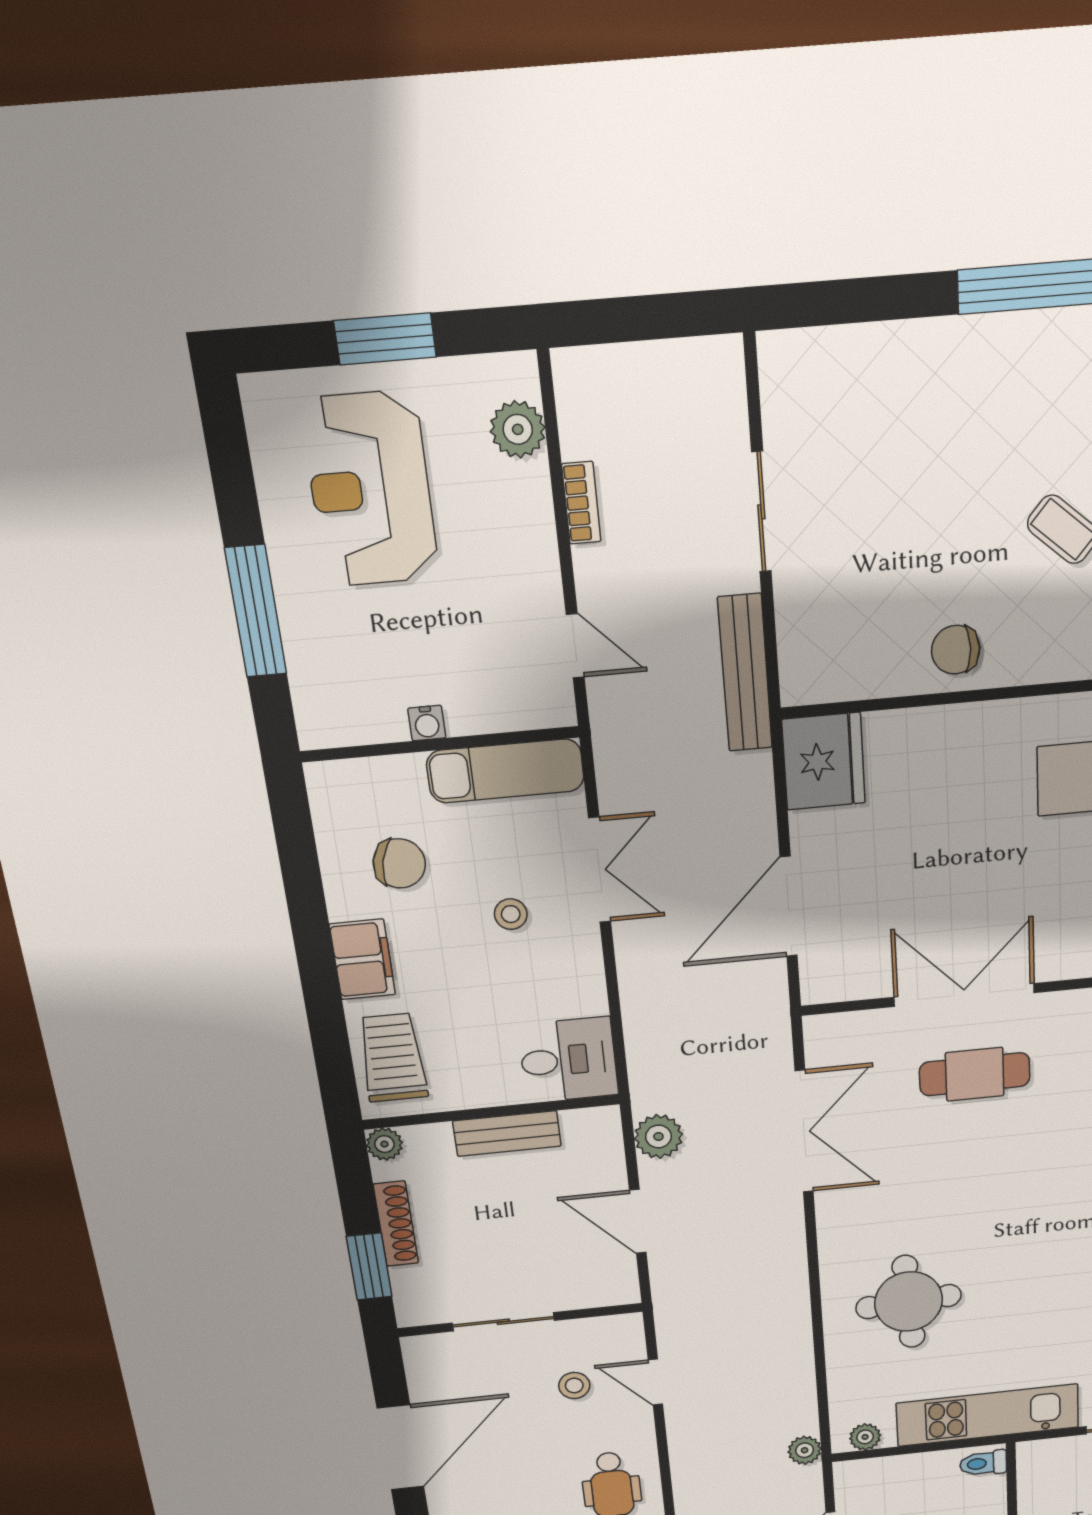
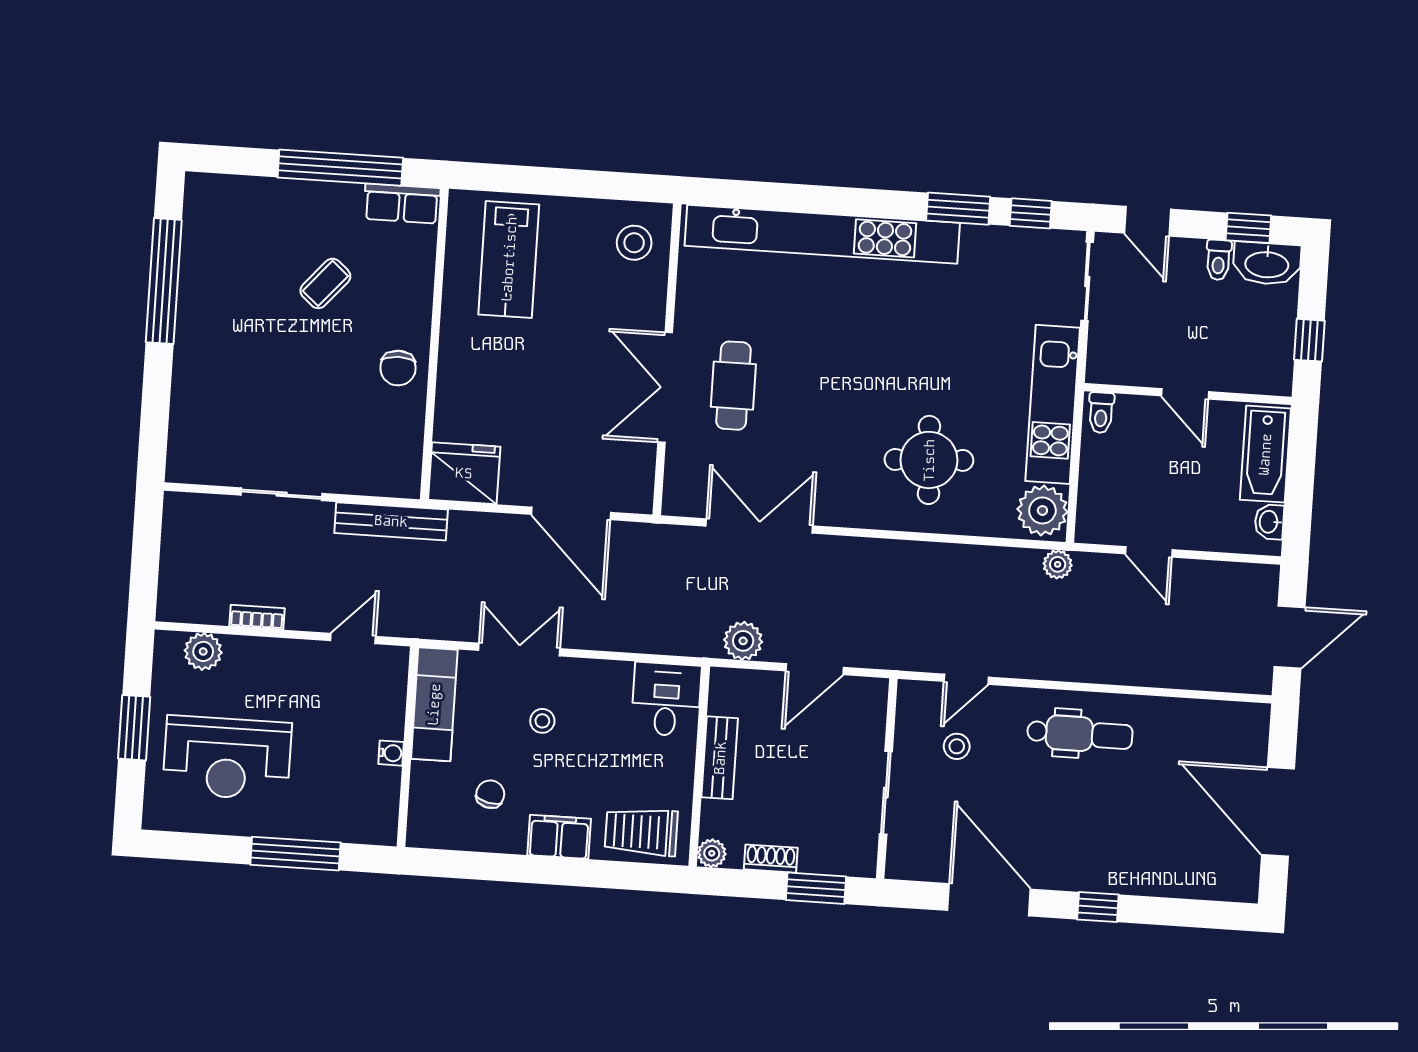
chair: (399, 863) -> (490, 794), width x0.73, depth x0.73
shoe rack: (396, 1224) -> (771, 859), width x0.70
plant: (865, 1437) -> (1042, 510), width x1.88, depth x1.88

